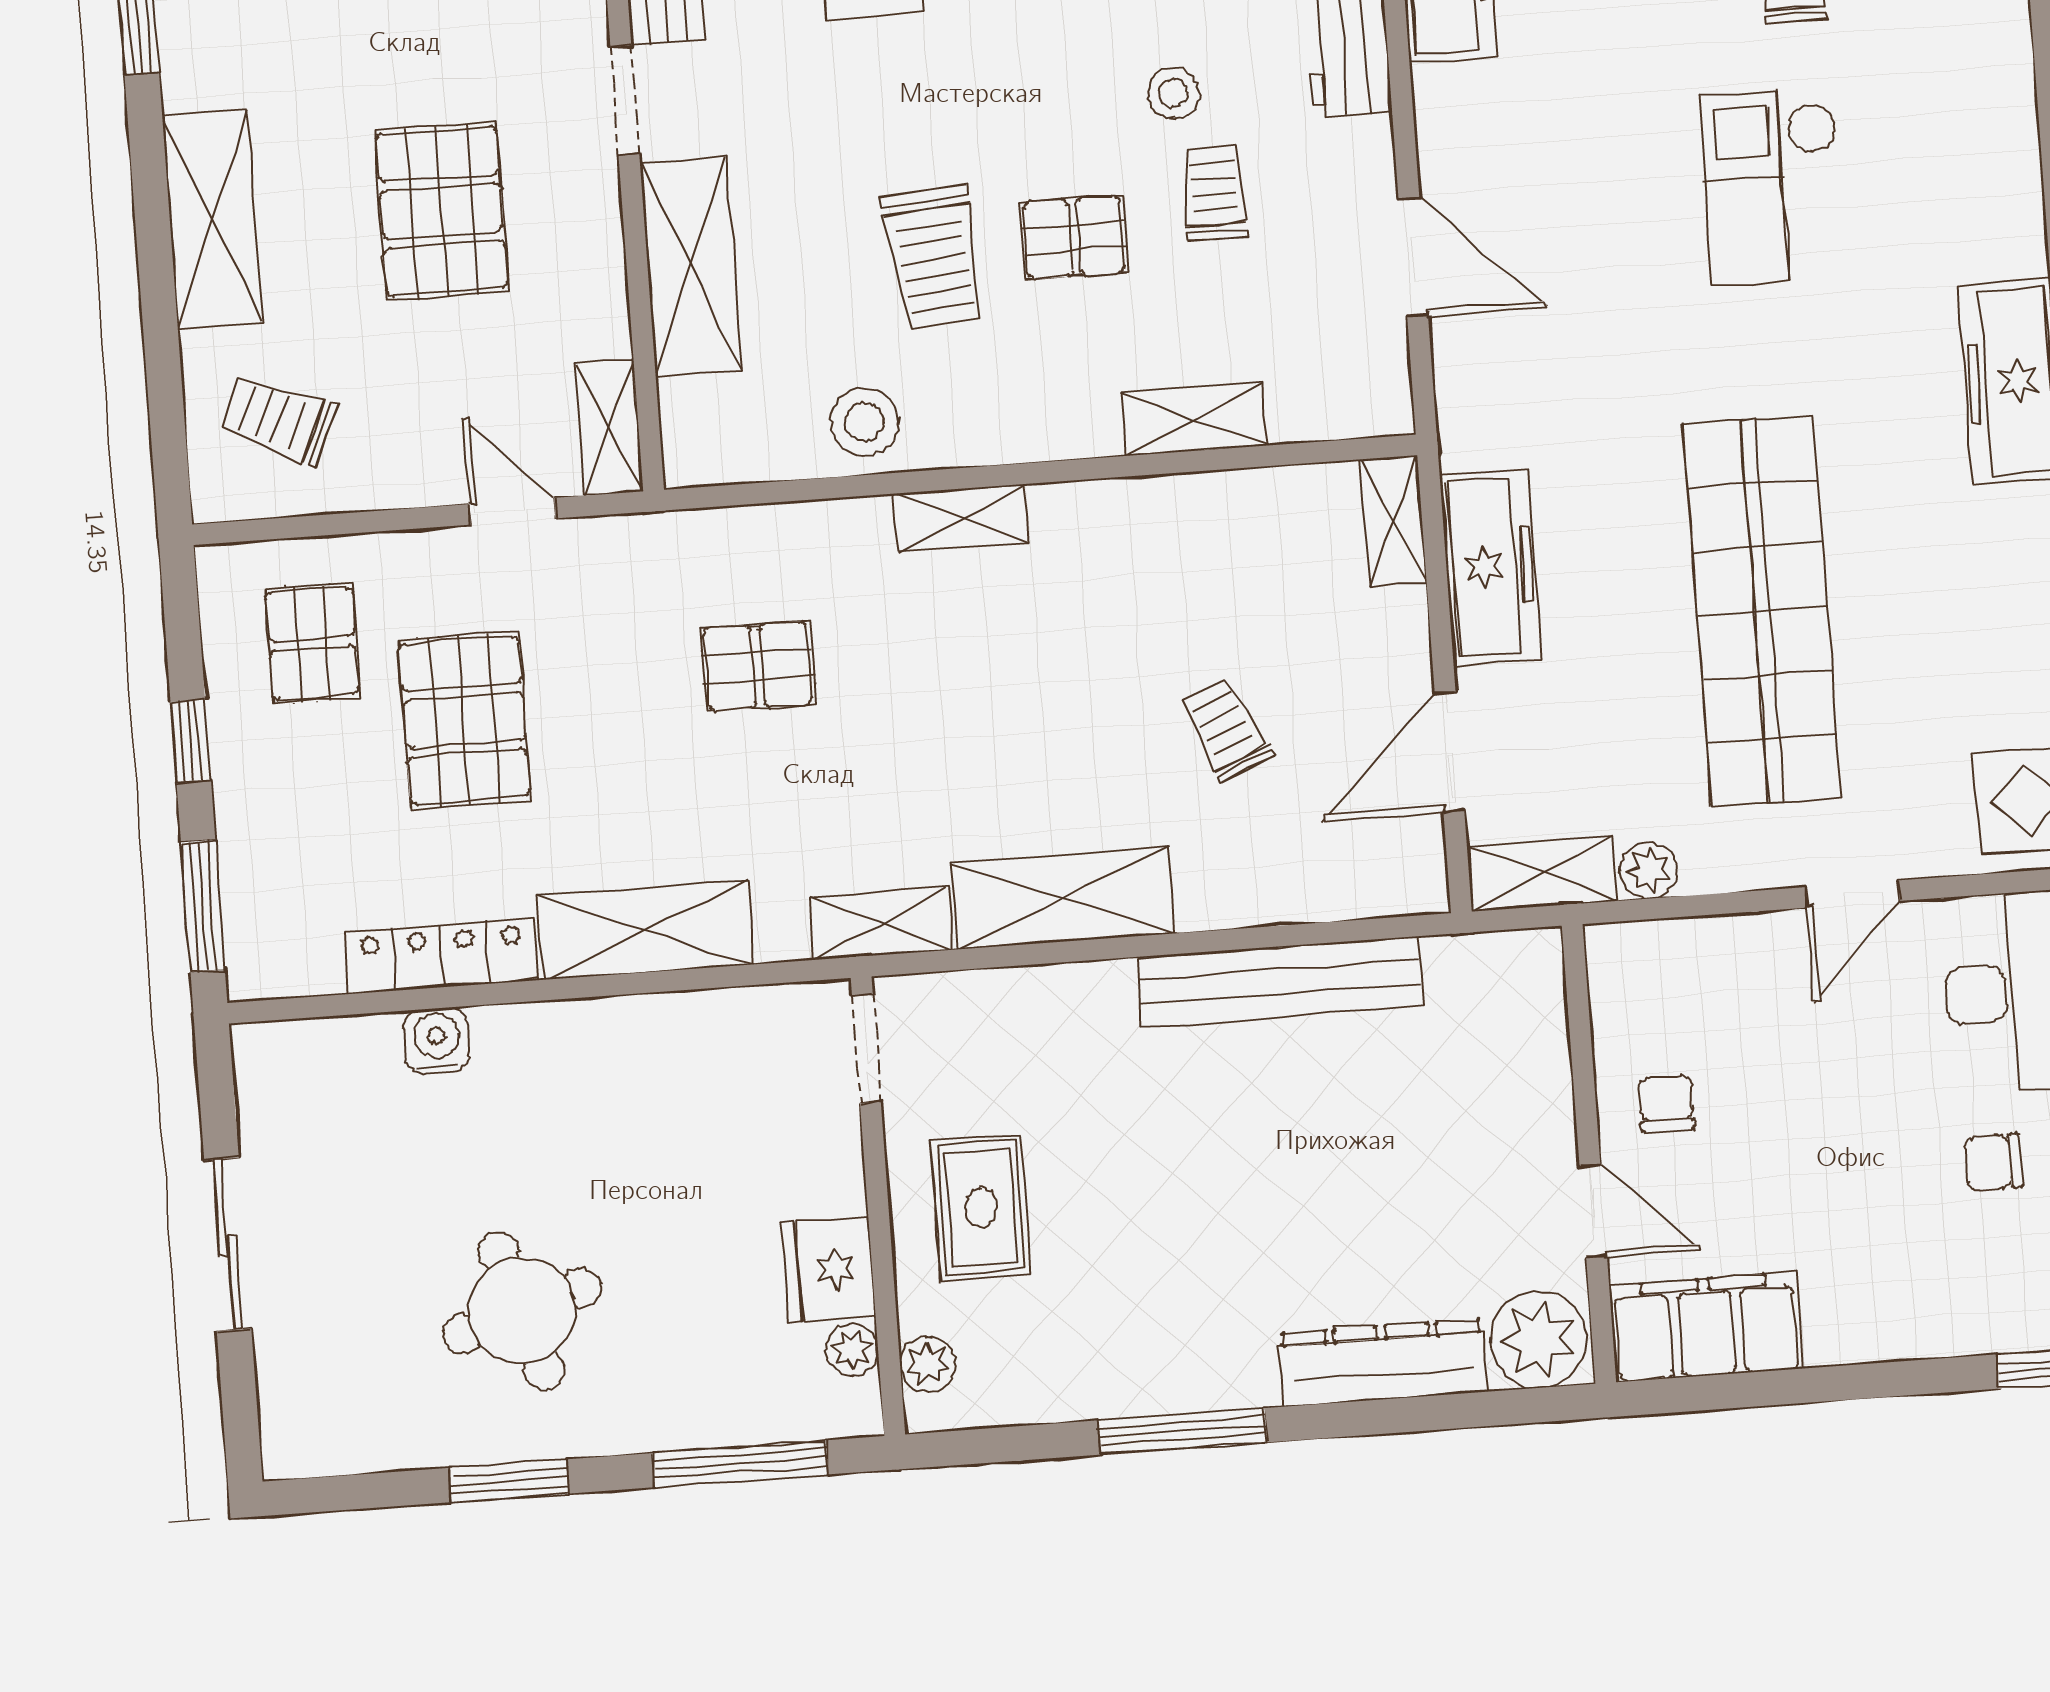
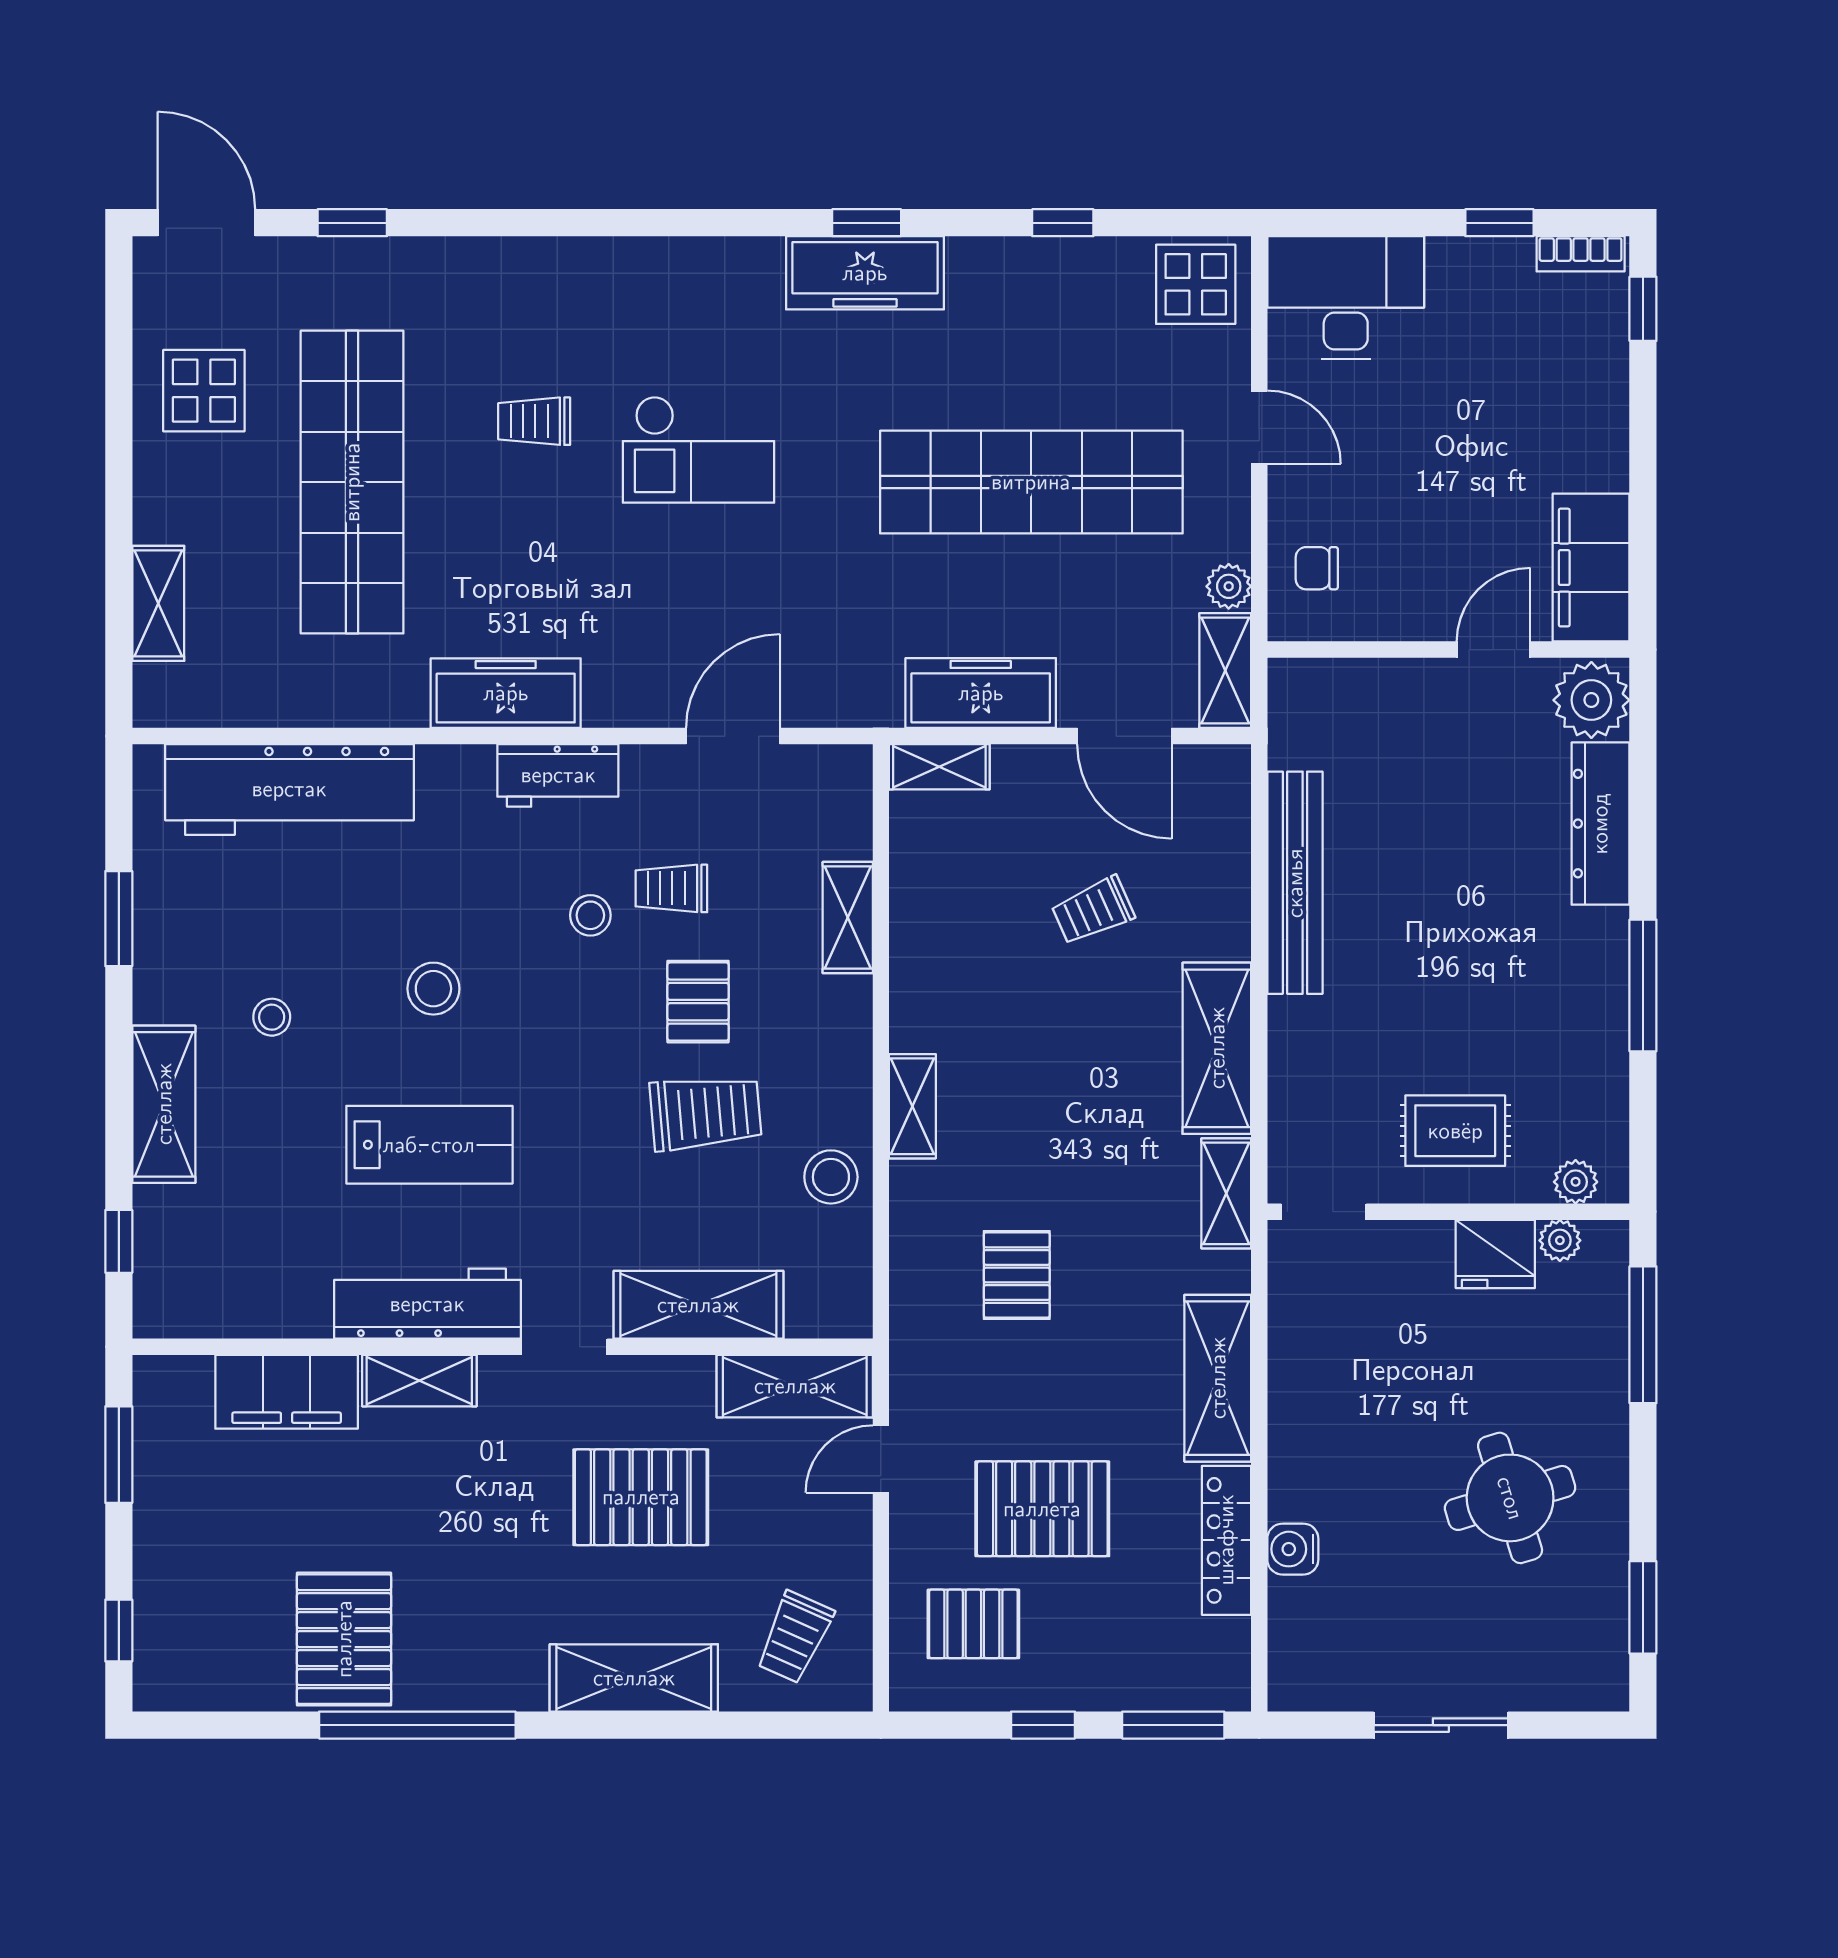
shelving: (609, 428) -> (795, 1386), width x1.50, depth x1.33
chair: (1666, 1104) -> (1317, 568), moved
chair: (1993, 1162) -> (1478, 332), removed
window: (509, 1481) -> (1643, 1607), moved

